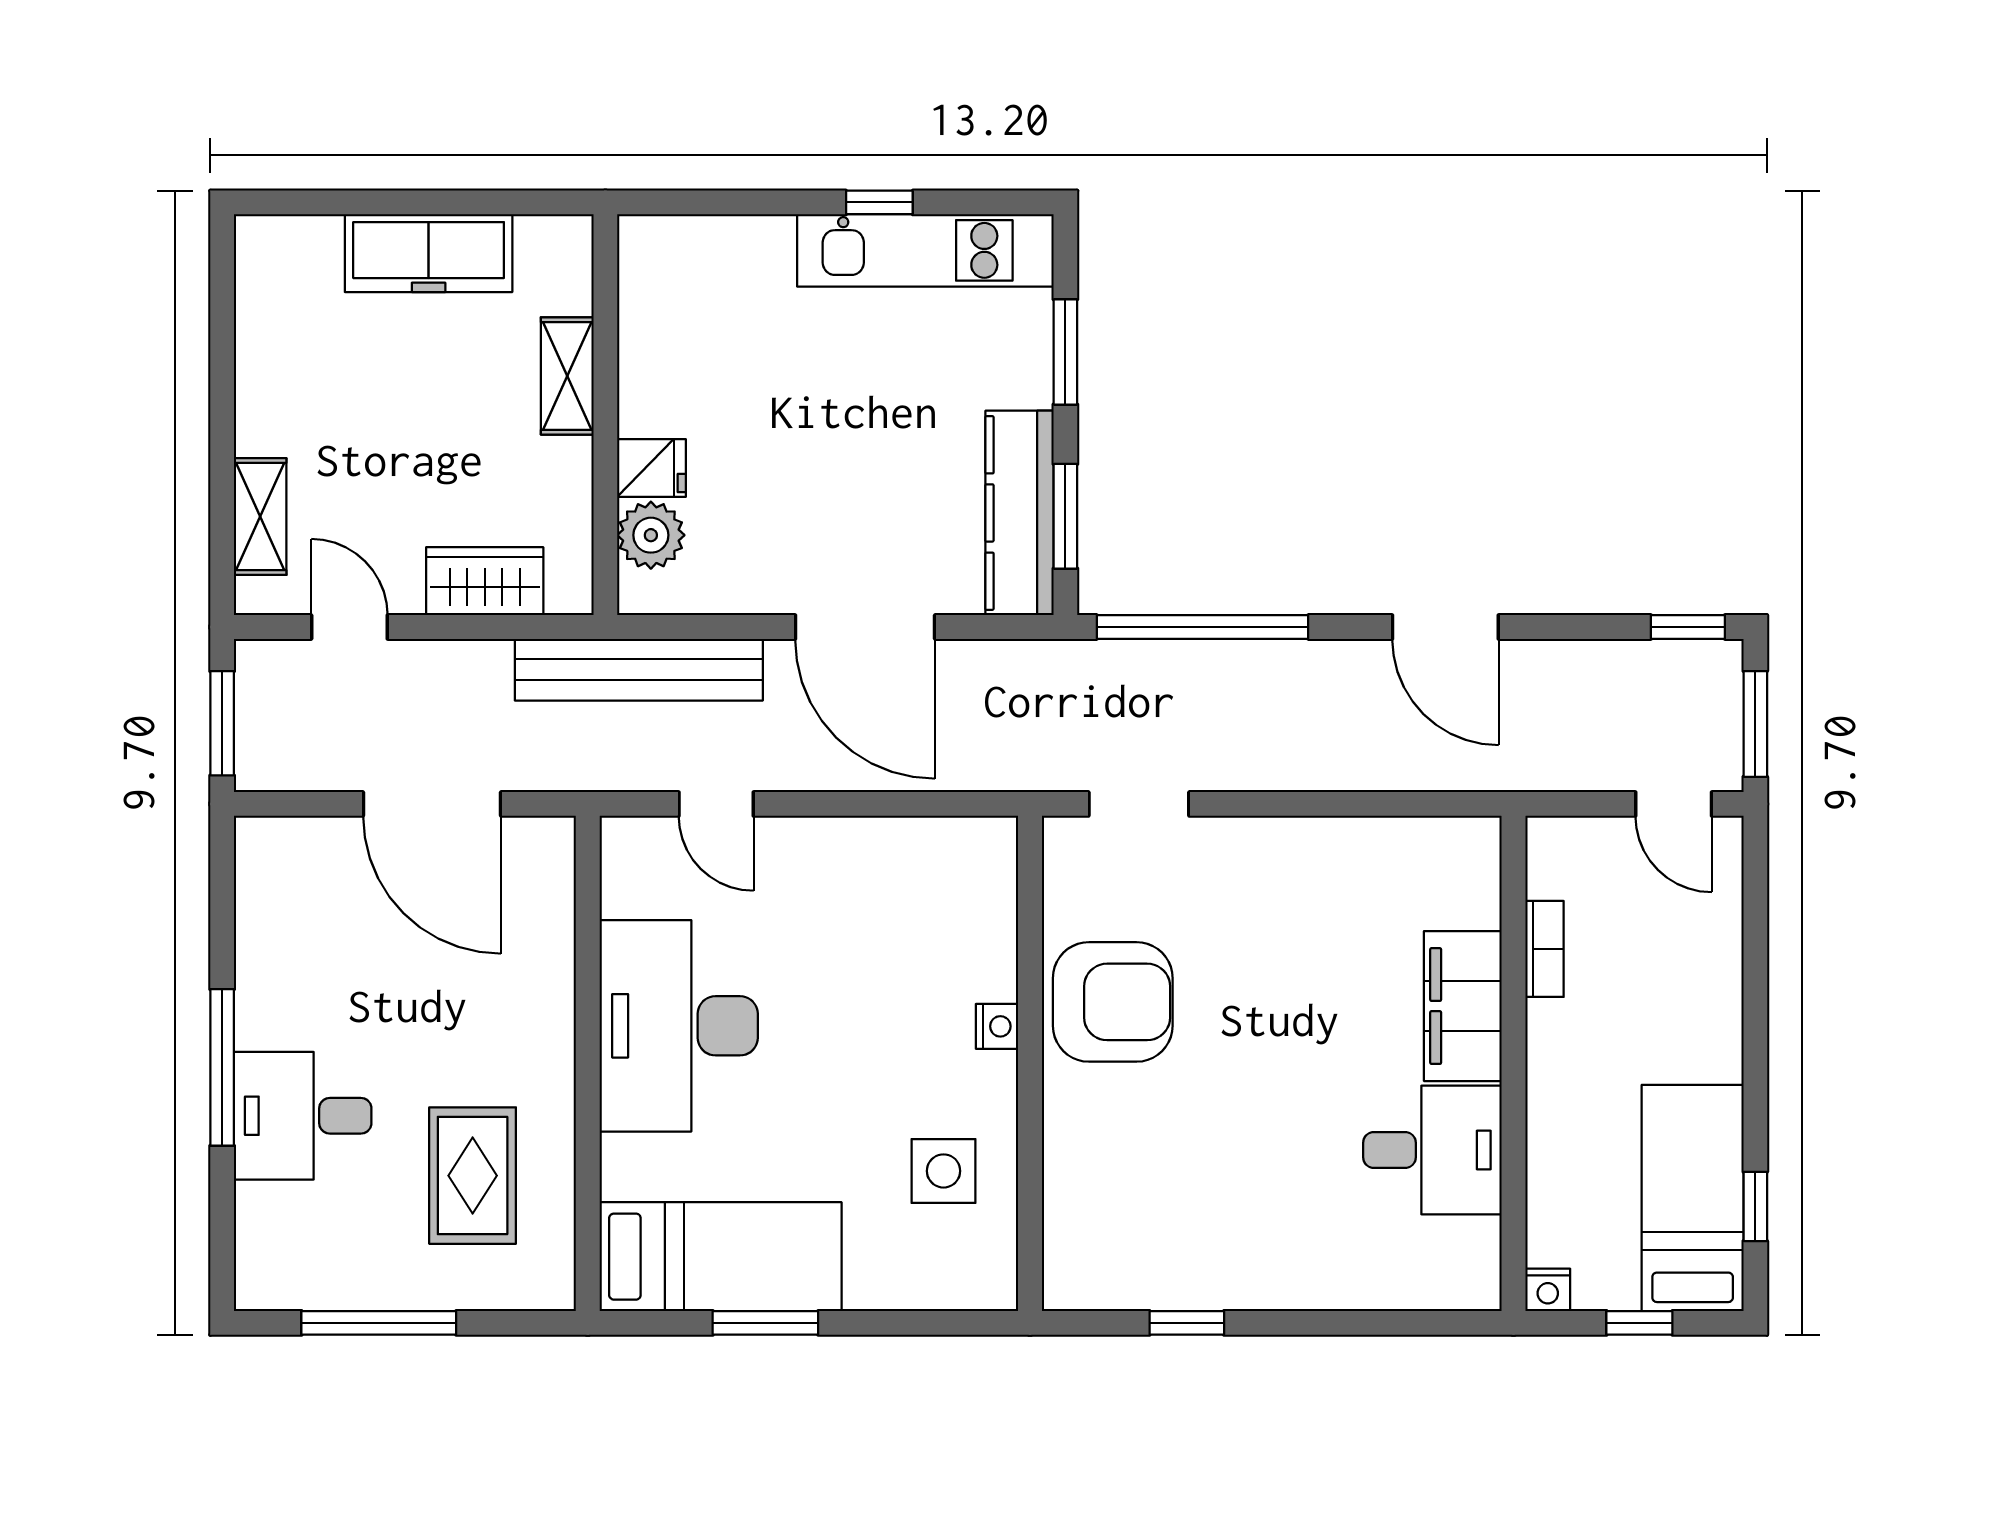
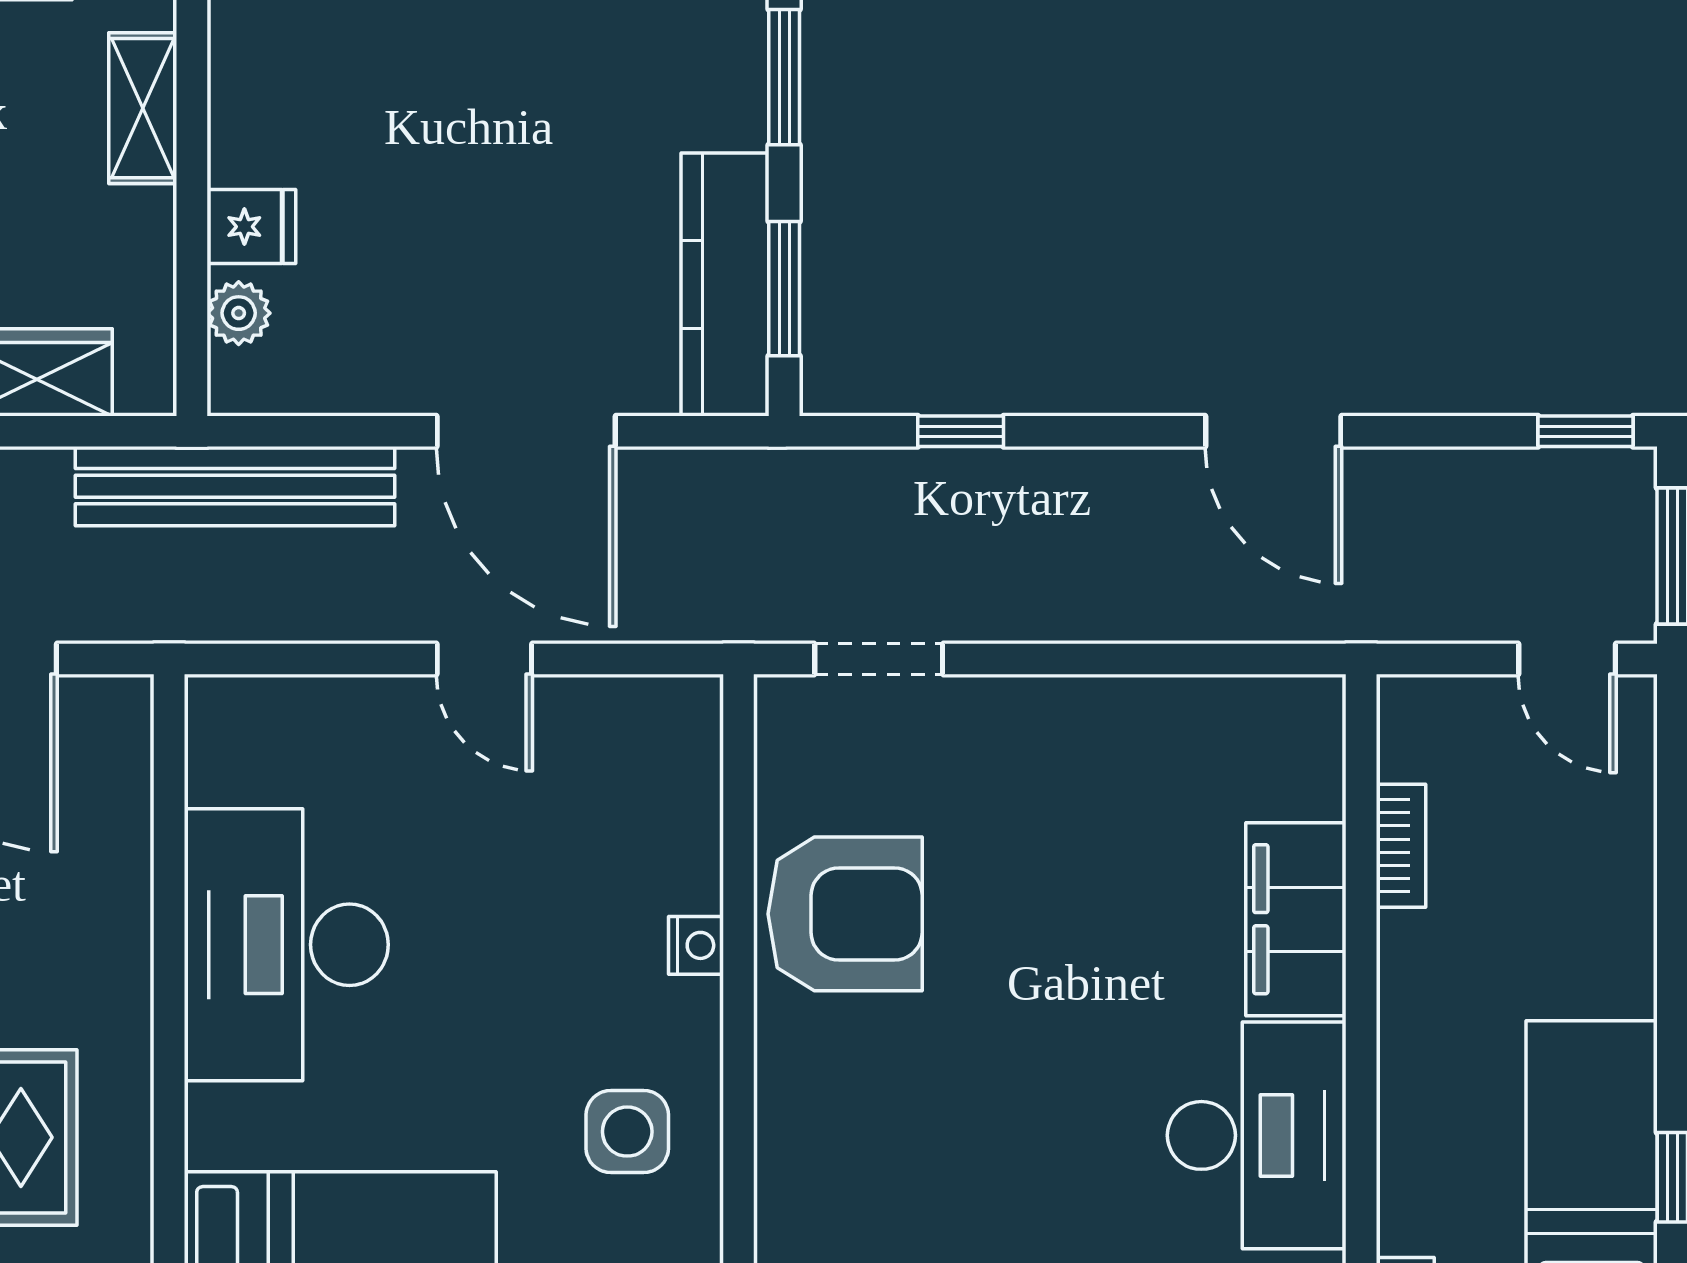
plant: (651, 535) -> (239, 313), width x0.73, depth x0.73
window: (1202, 627) -> (961, 431), width x0.32
door: (716, 804) -> (484, 659), moved
desk: (1432, 1150) -> (1257, 1135), width x1.37

